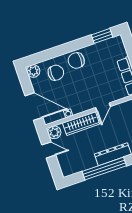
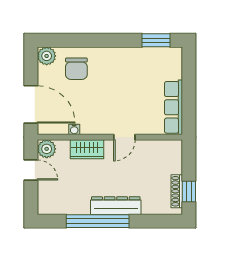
chair: (76, 61) -> (110, 62), removed
chair: (56, 73) -> (76, 69), turned 90
wardrobe: (81, 124) -> (87, 149), width x0.67

